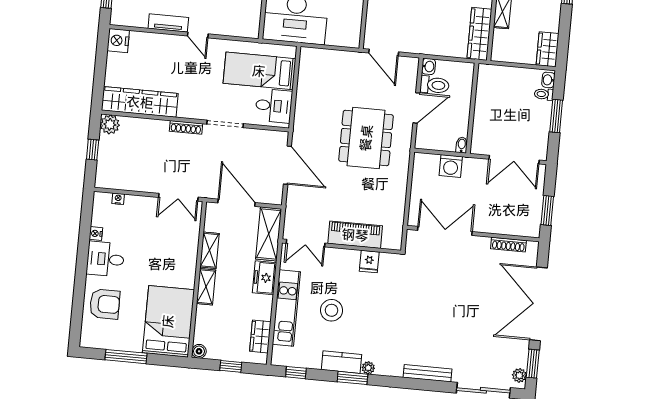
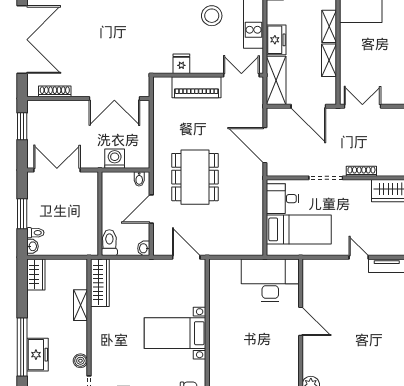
toilet: (434, 85) -> (109, 243), moved, turned 90
bidet: (462, 145) -> (139, 179), moved

